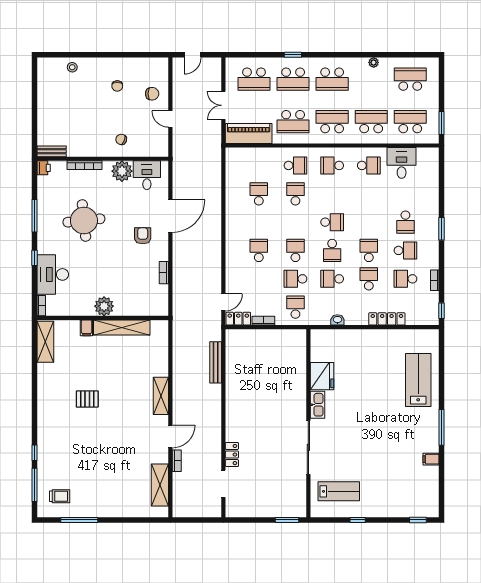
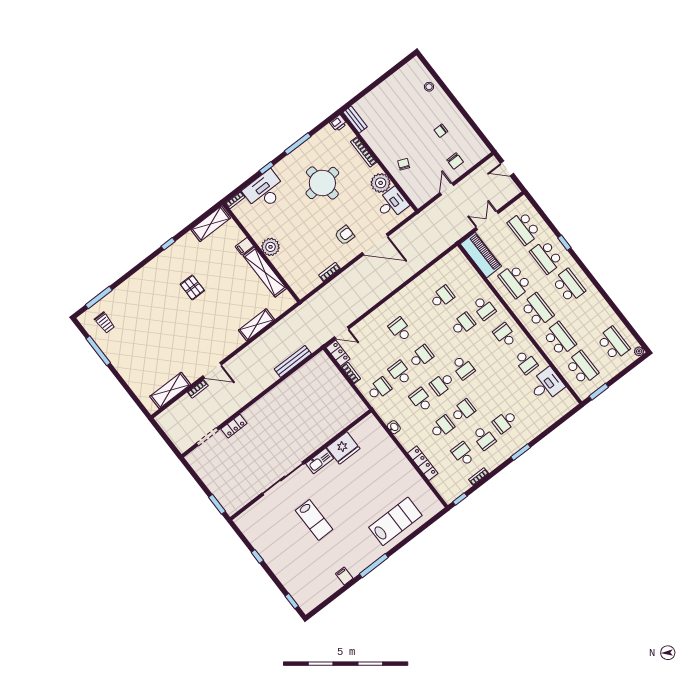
plant: (374, 62) -> (639, 351), moved
school desk: (332, 79) -> (569, 286), turned 180
school desk: (259, 250) -> (400, 329), turned -90
shelving: (161, 396) -> (256, 325), moved
window: (35, 453) -> (168, 244), moved
lab bench: (339, 491) -> (314, 520), moved

